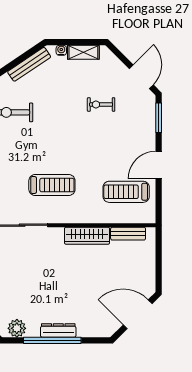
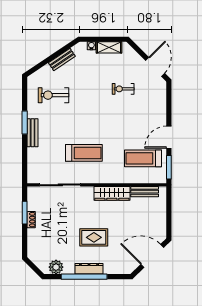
bench: (29, 64) -> (62, 60), width x0.73
window: (159, 118) -> (169, 167), moved
rug: (64, 291) -> (94, 237), added

